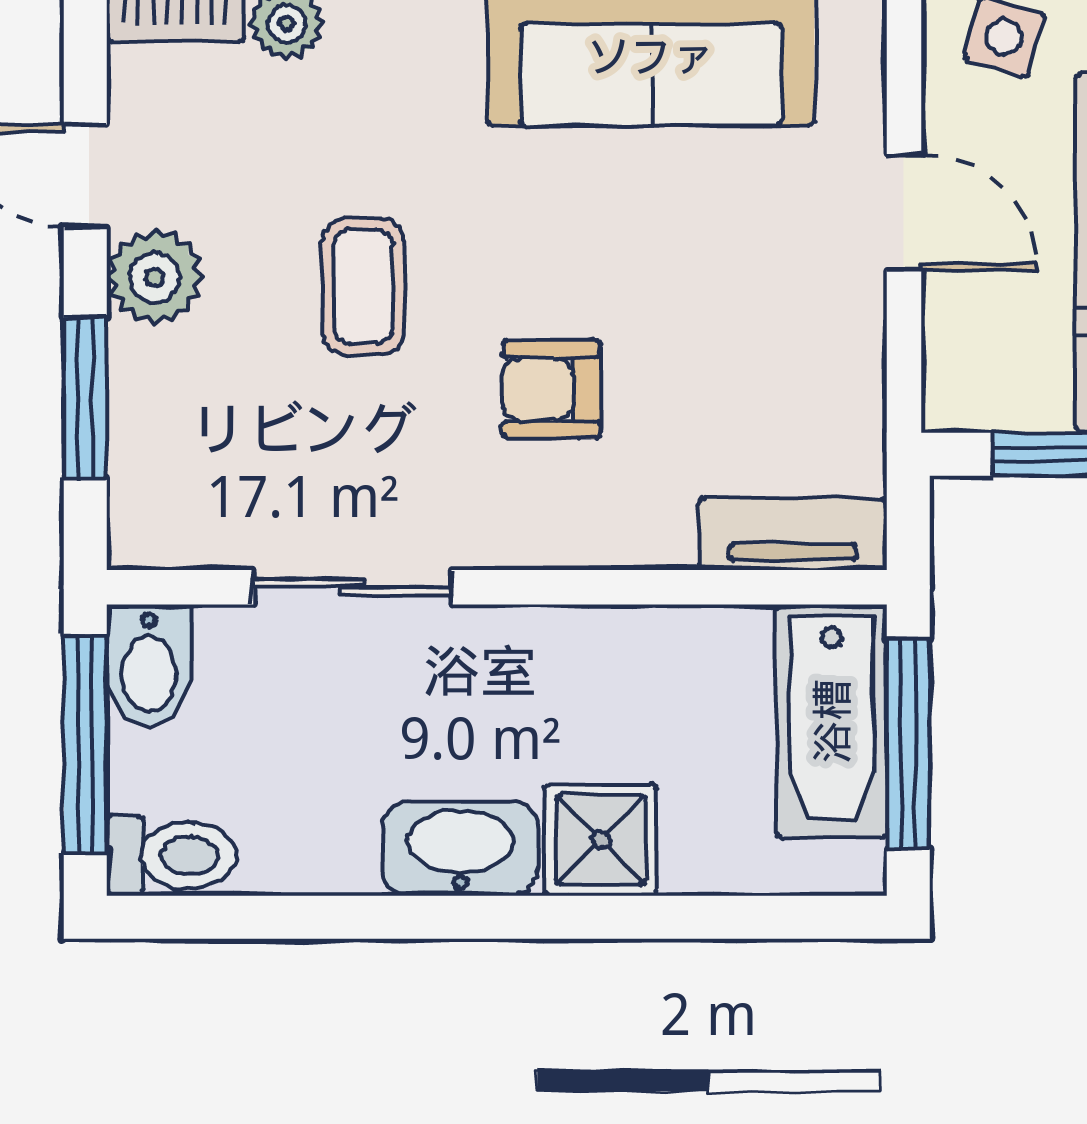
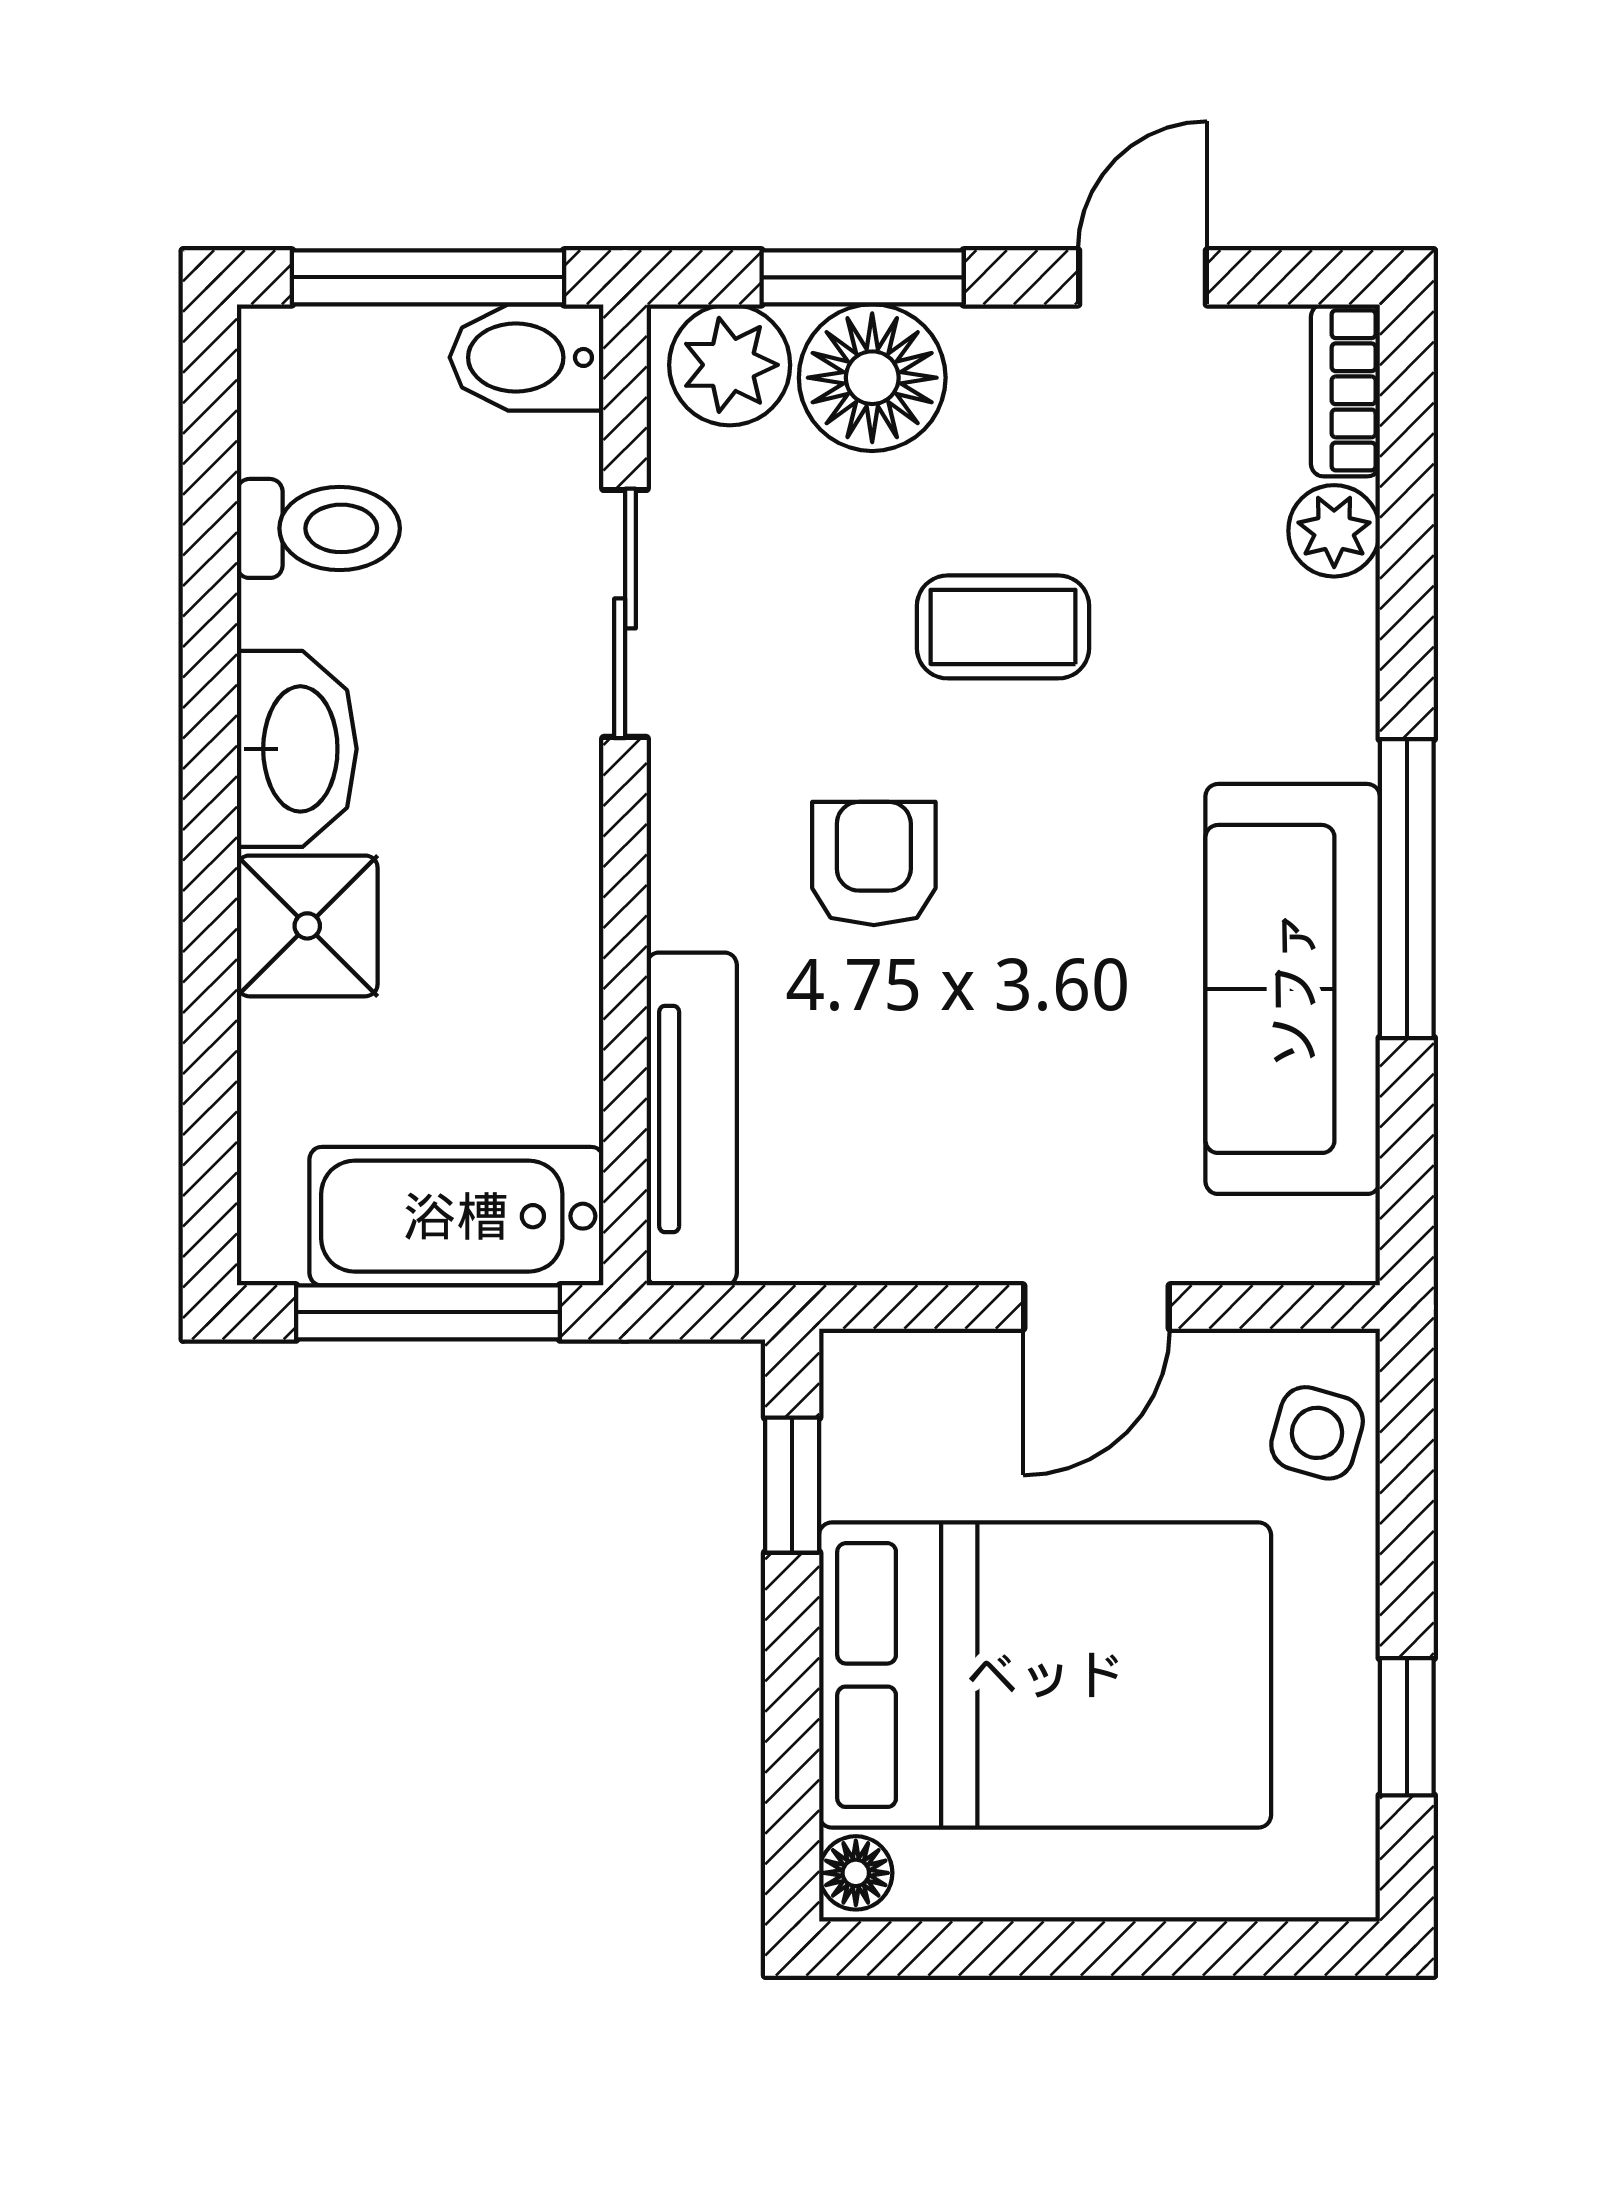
plant: (155, 277) -> (730, 365), moved
floor lamp: (165, 391) -> (872, 378), added
tv unit: (793, 534) -> (692, 1119), width x1.41
toilet: (171, 855) -> (318, 528), moved, turned -90

